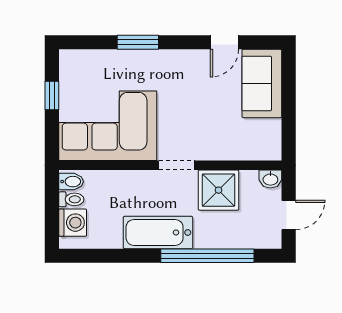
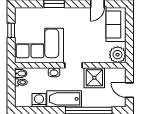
plant: (265, 144) -> (118, 55), added
washbasin: (270, 179) -> (54, 72), moved
door: (289, 215) -> (129, 90), swing flipped
washing machine: (73, 223) -> (39, 100), moved, turned -90

